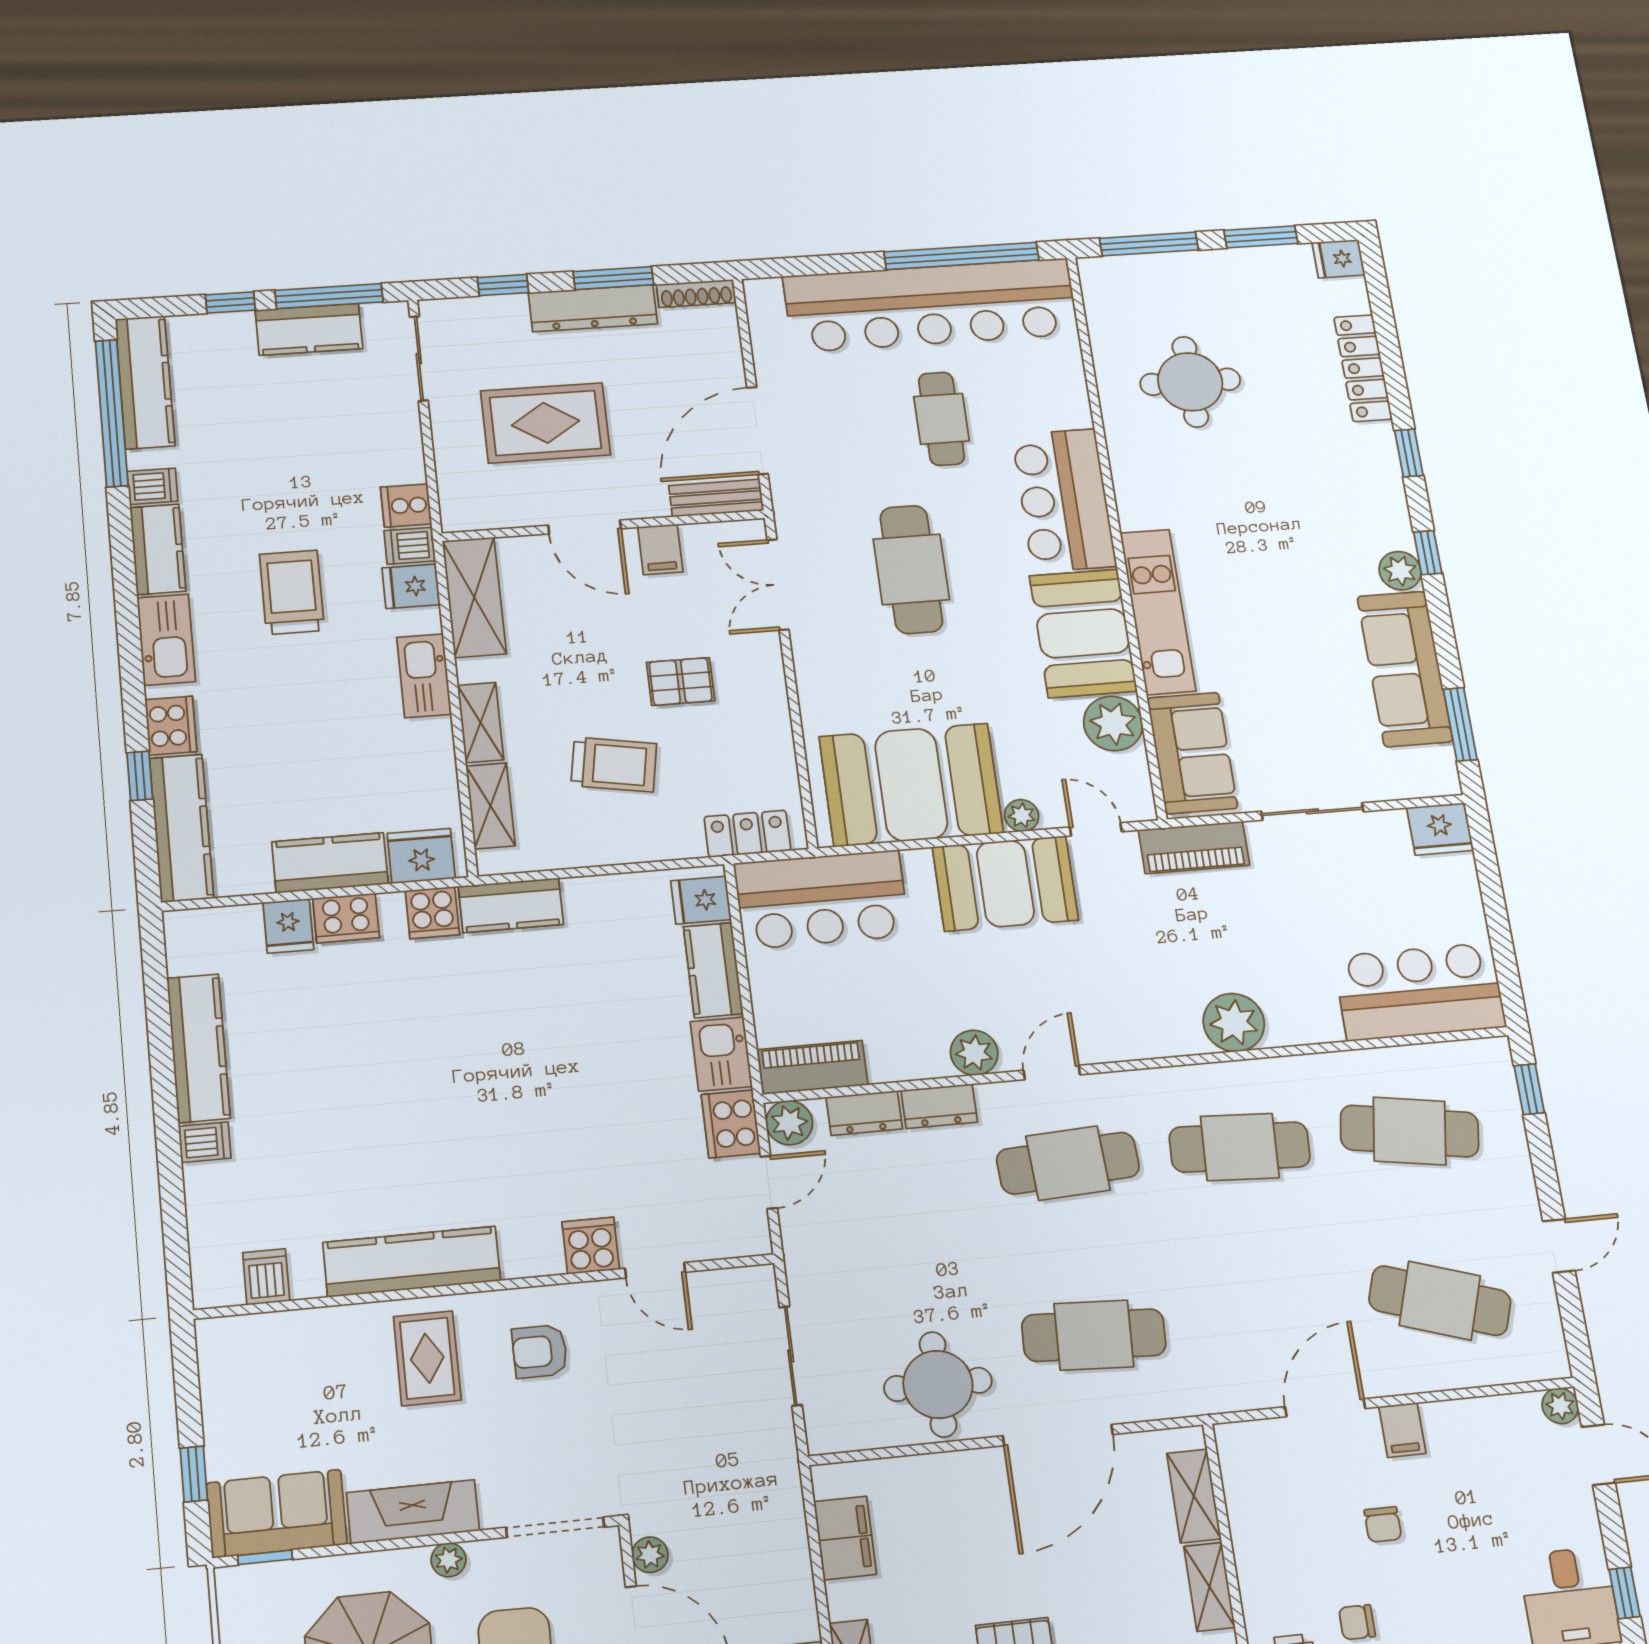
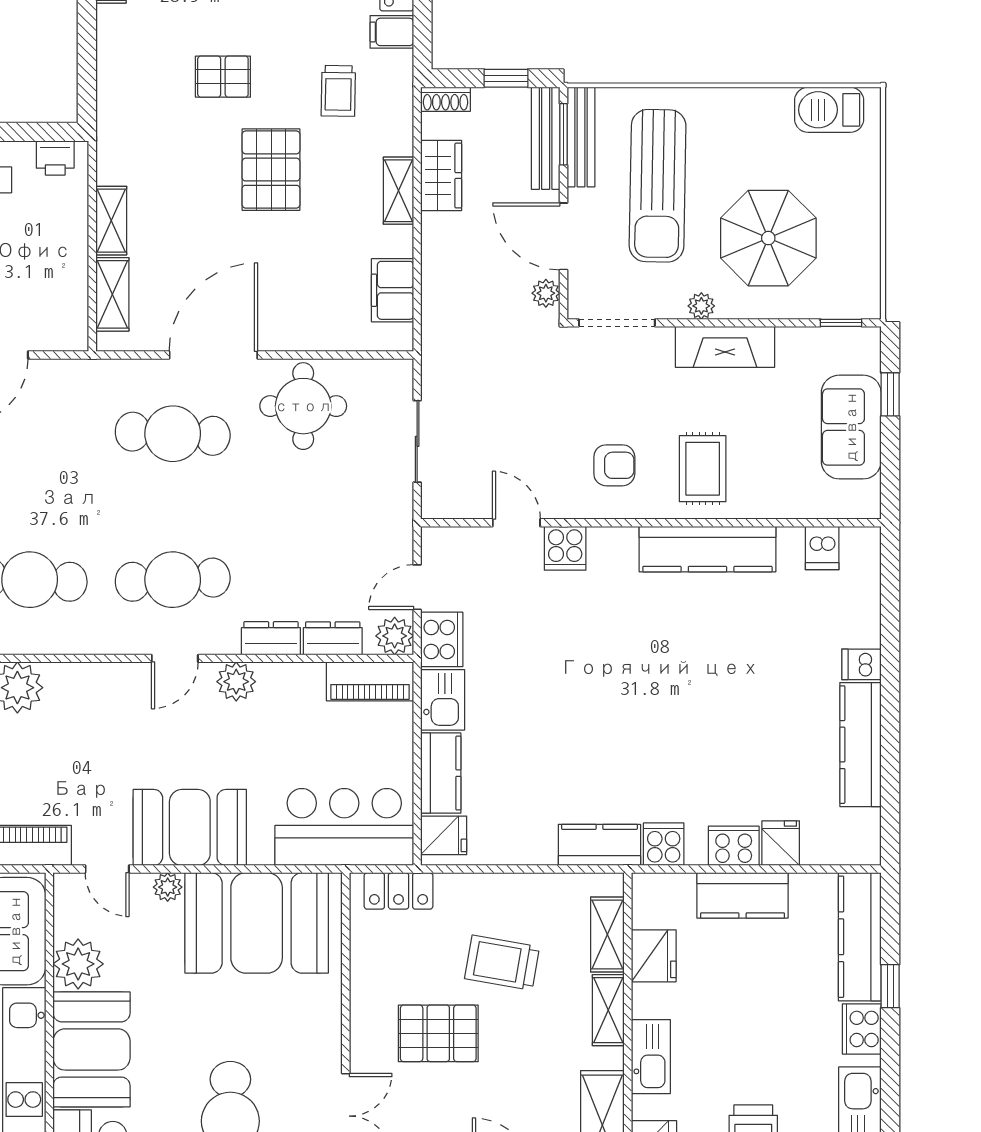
pallet: (681, 682) -> (438, 1033), width x1.50, depth x1.42
fridge: (421, 856) -> (654, 956), moved, turned -90
sofa: (277, 1514) -> (851, 427), moved, turned 90

